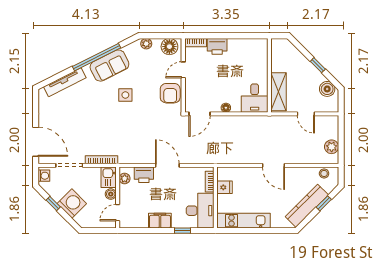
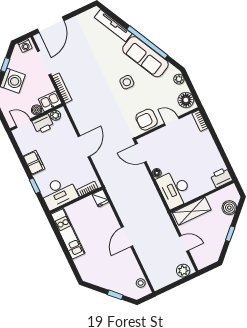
printer: (217, 46) -> (221, 177), moved, turned 90
sofa: (109, 66) -> (145, 57), width x1.36
boiler: (327, 89) -> (229, 208), moved
desk: (255, 98) -> (175, 189), width x1.37
door: (306, 114) -> (184, 243), swing flipped
plant: (332, 147) -> (183, 271), moved
printer: (144, 175) -> (43, 124), moved, turned -90
fridge: (224, 187) -> (100, 198), moved
kitchen counter: (307, 206) -> (106, 281), removed

